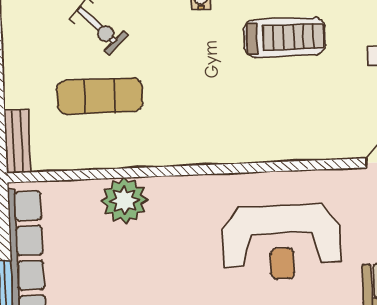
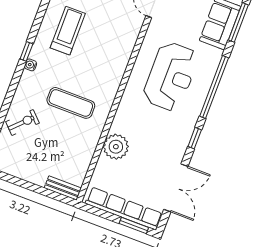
exercise mat: (100, 96) -> (71, 103), moved, turned 90

